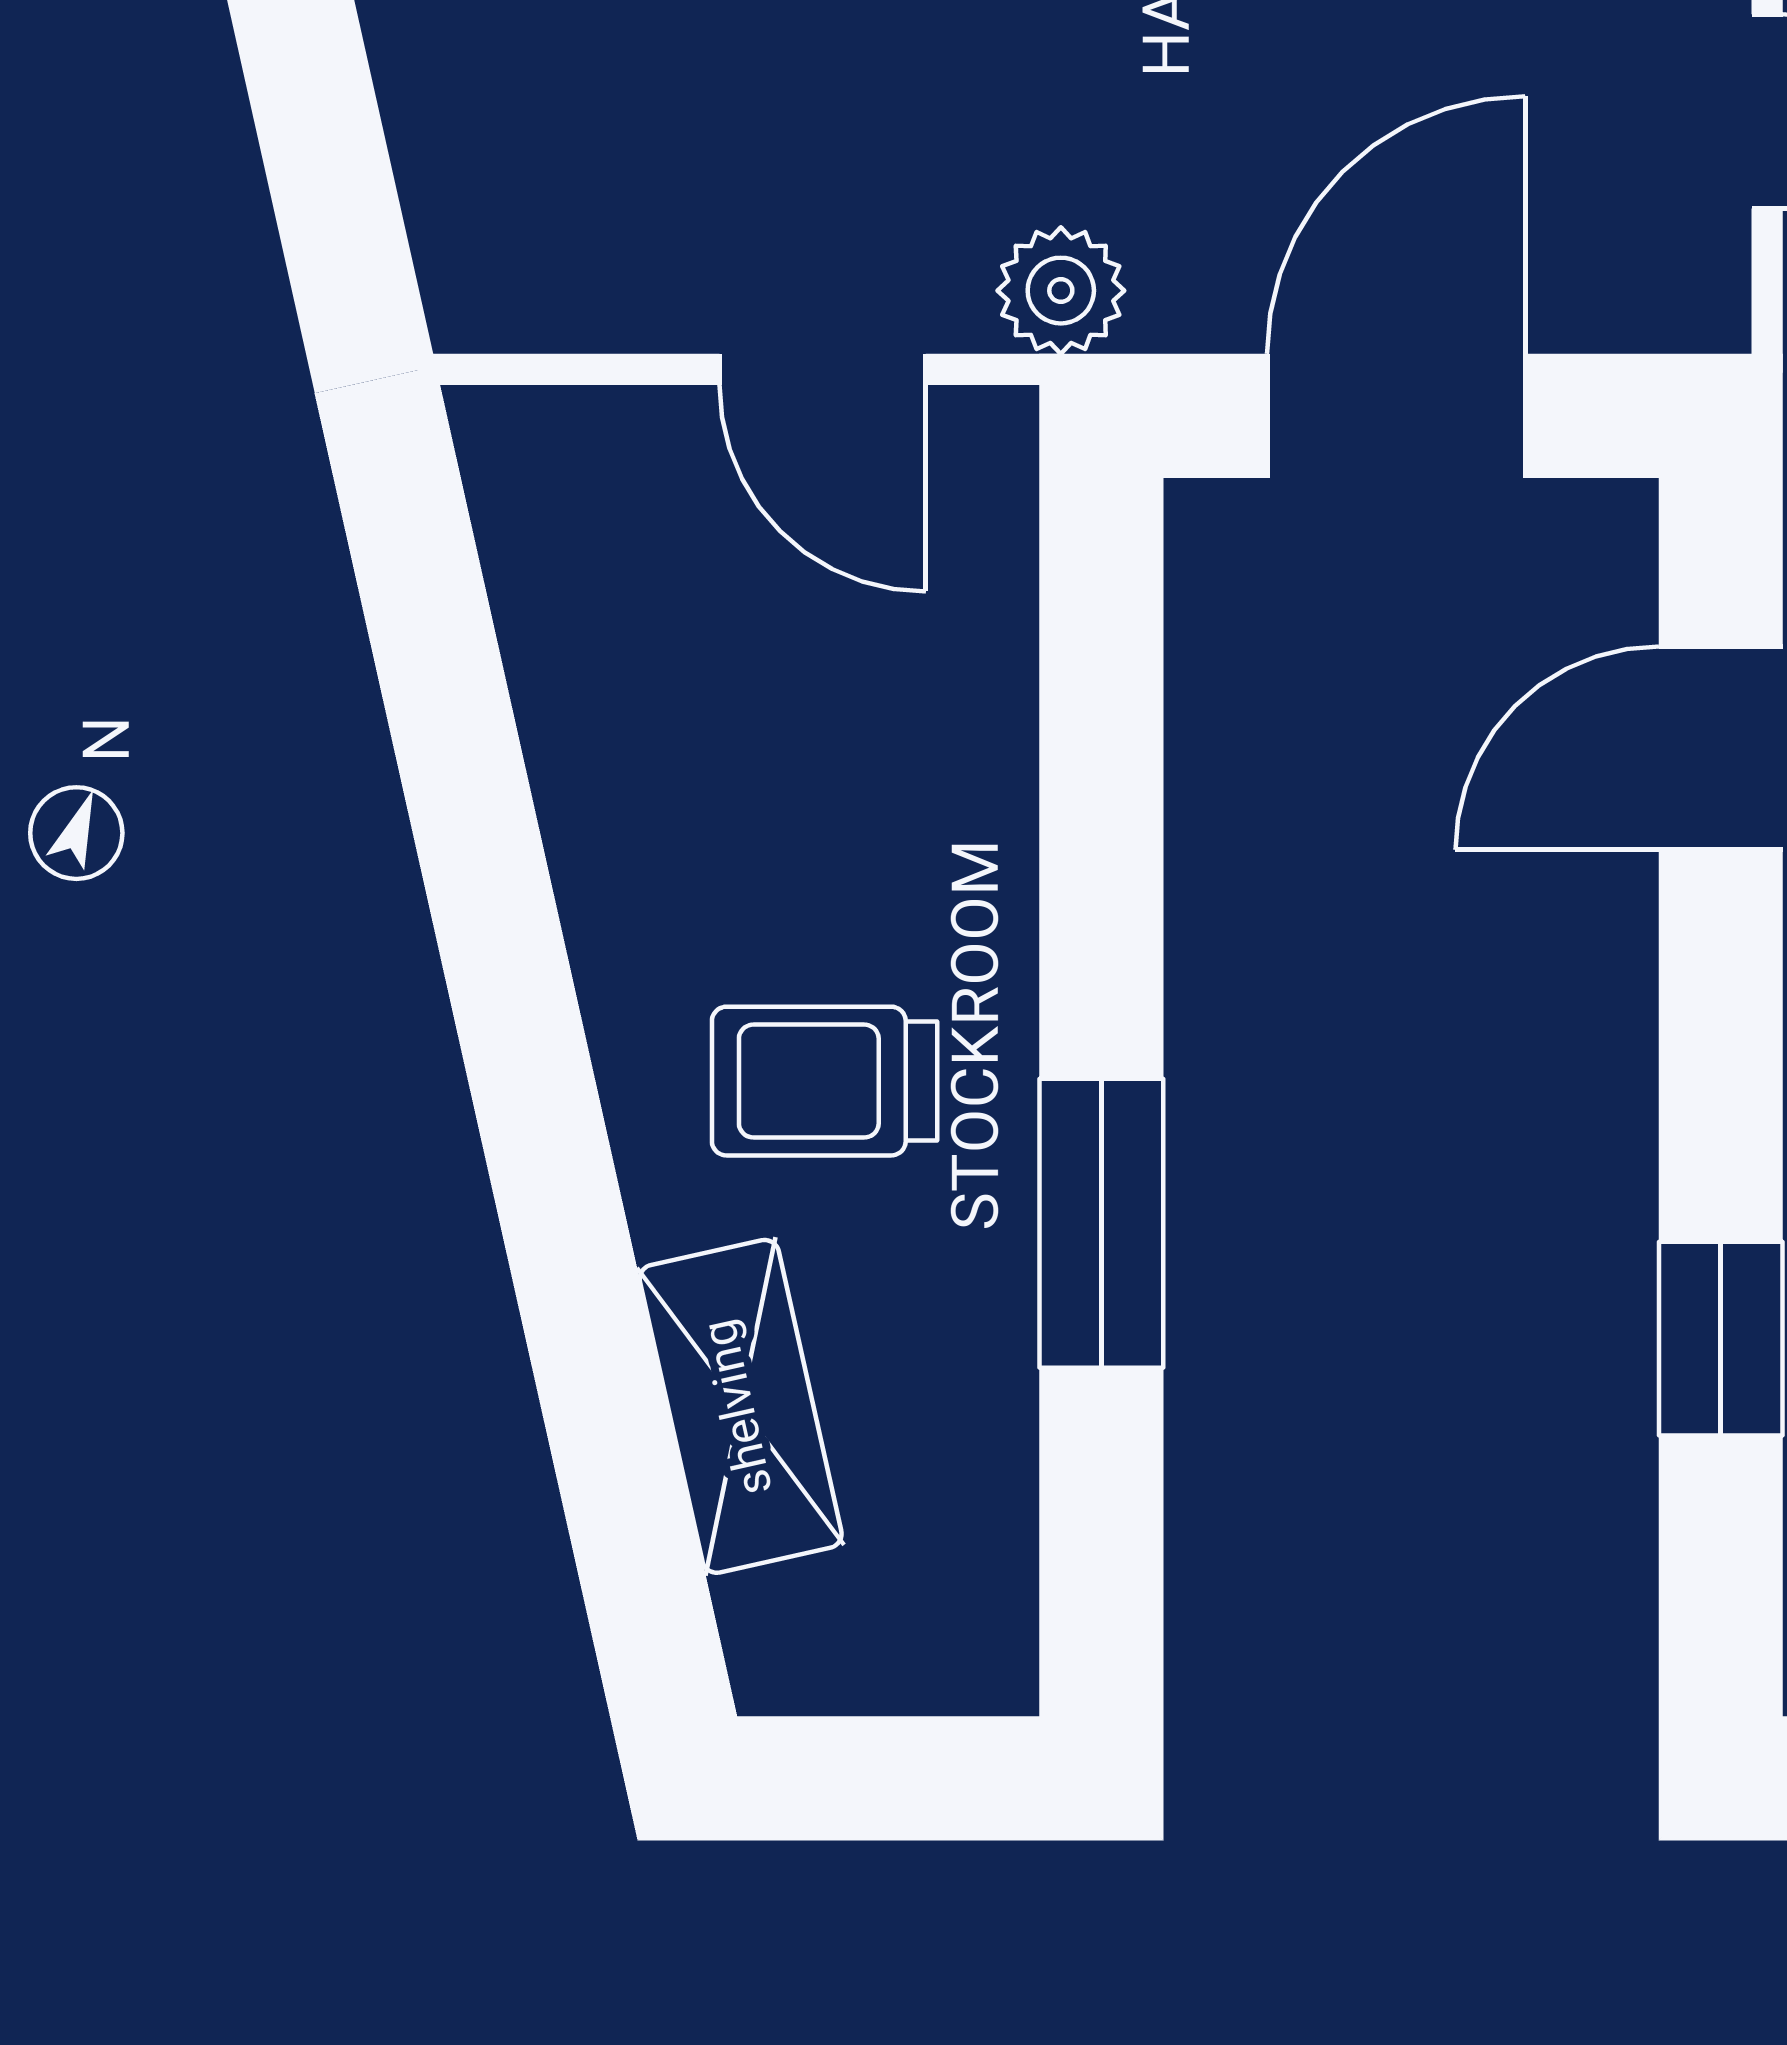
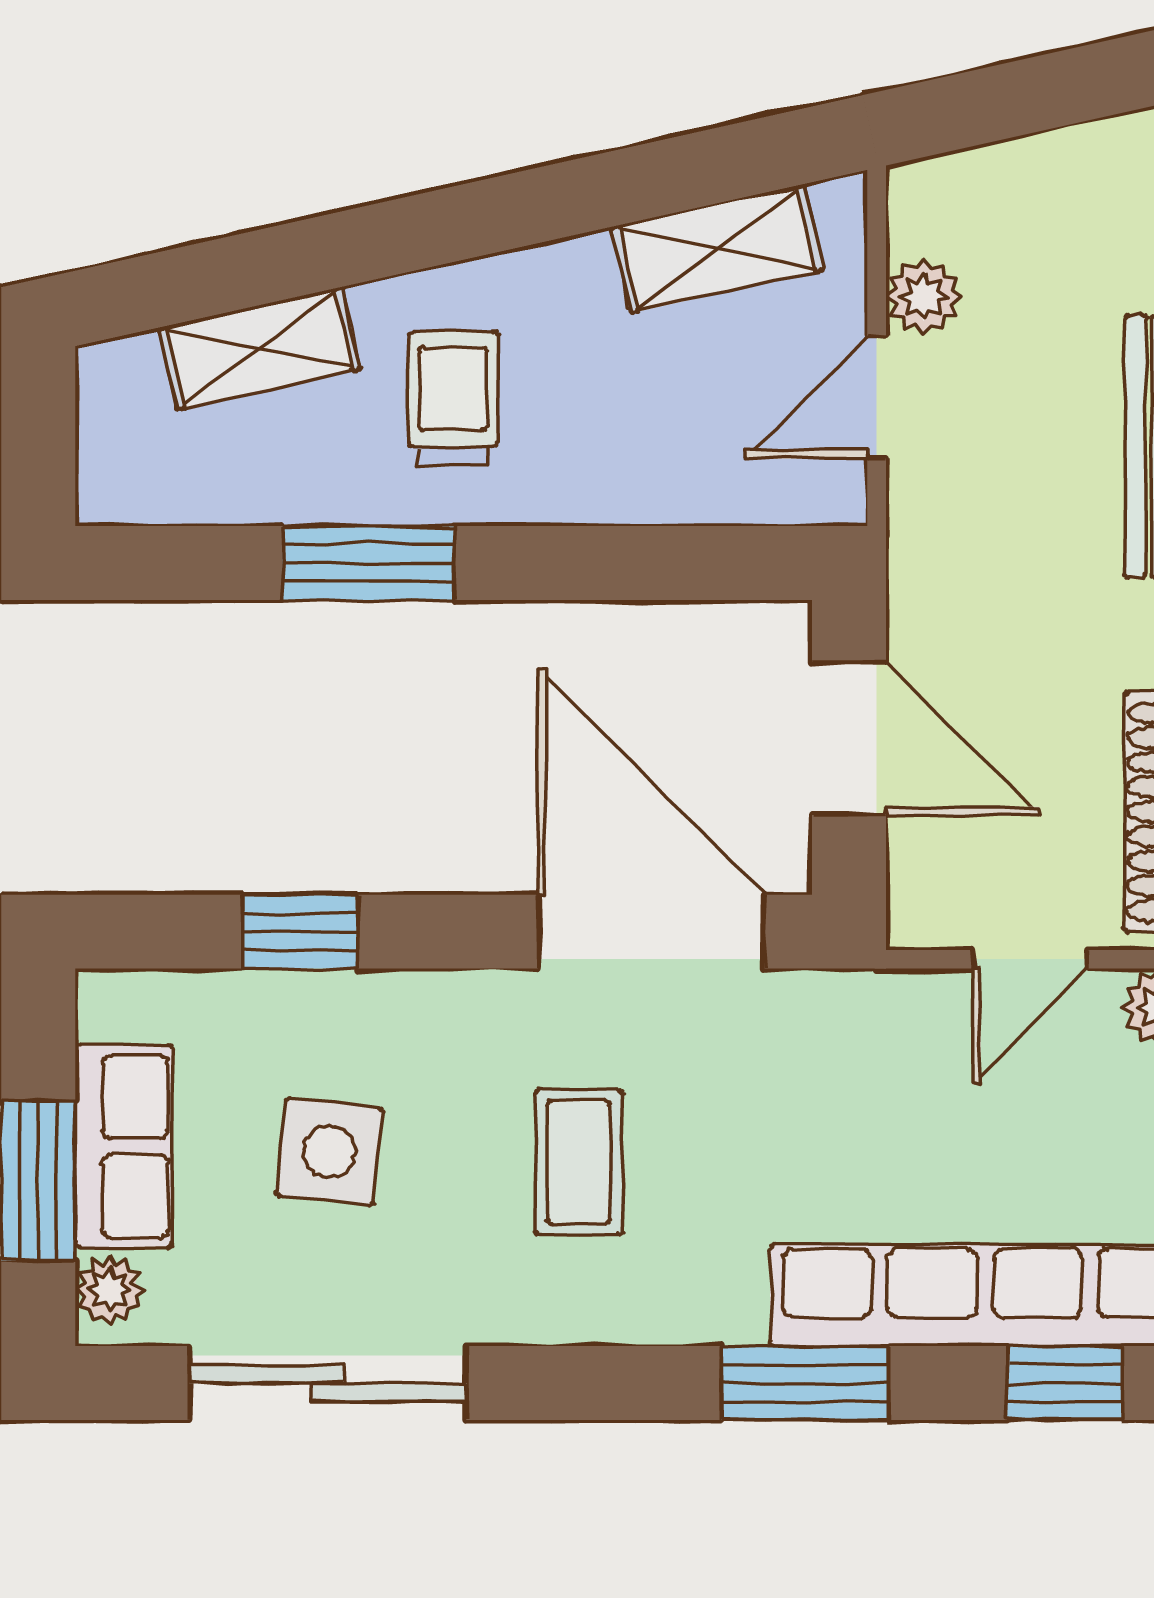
plant: (1061, 291) -> (924, 297), moved
shelving: (573, 637) -> (717, 248), added
door: (1721, 748) -> (651, 932), width x1.88

